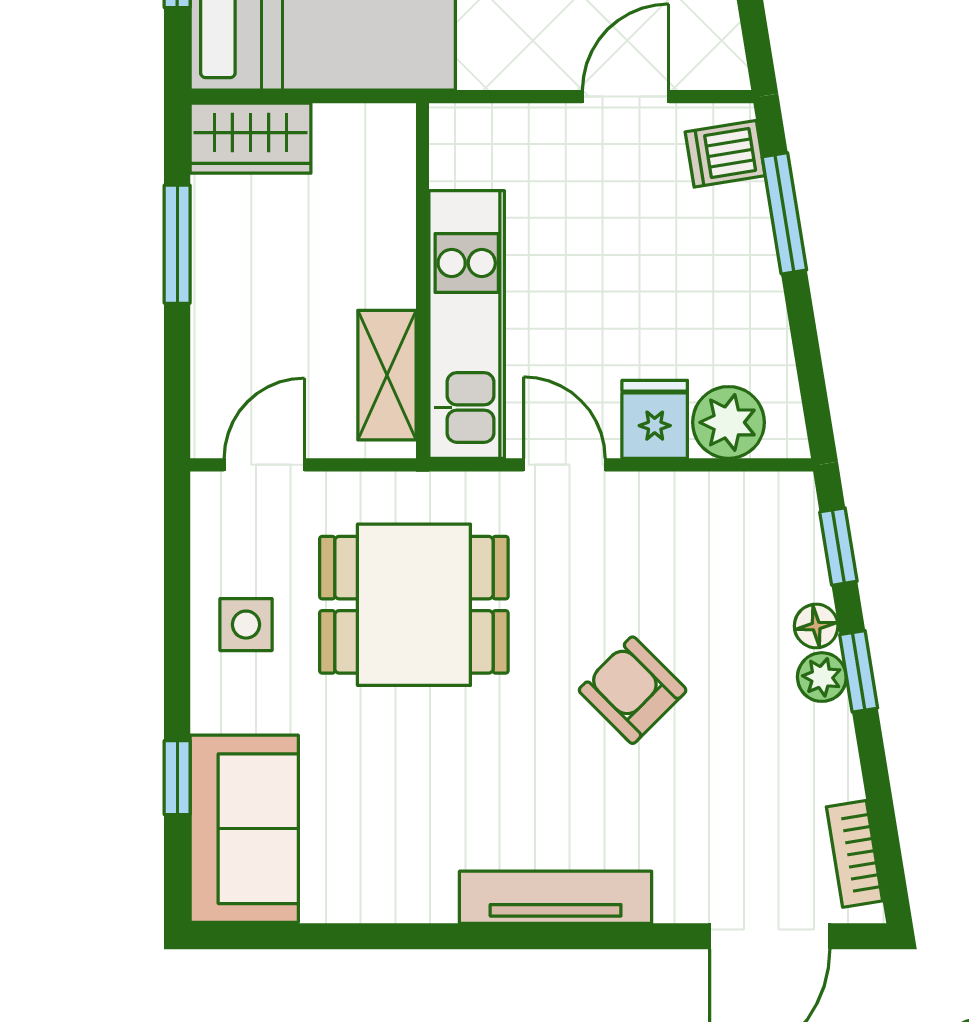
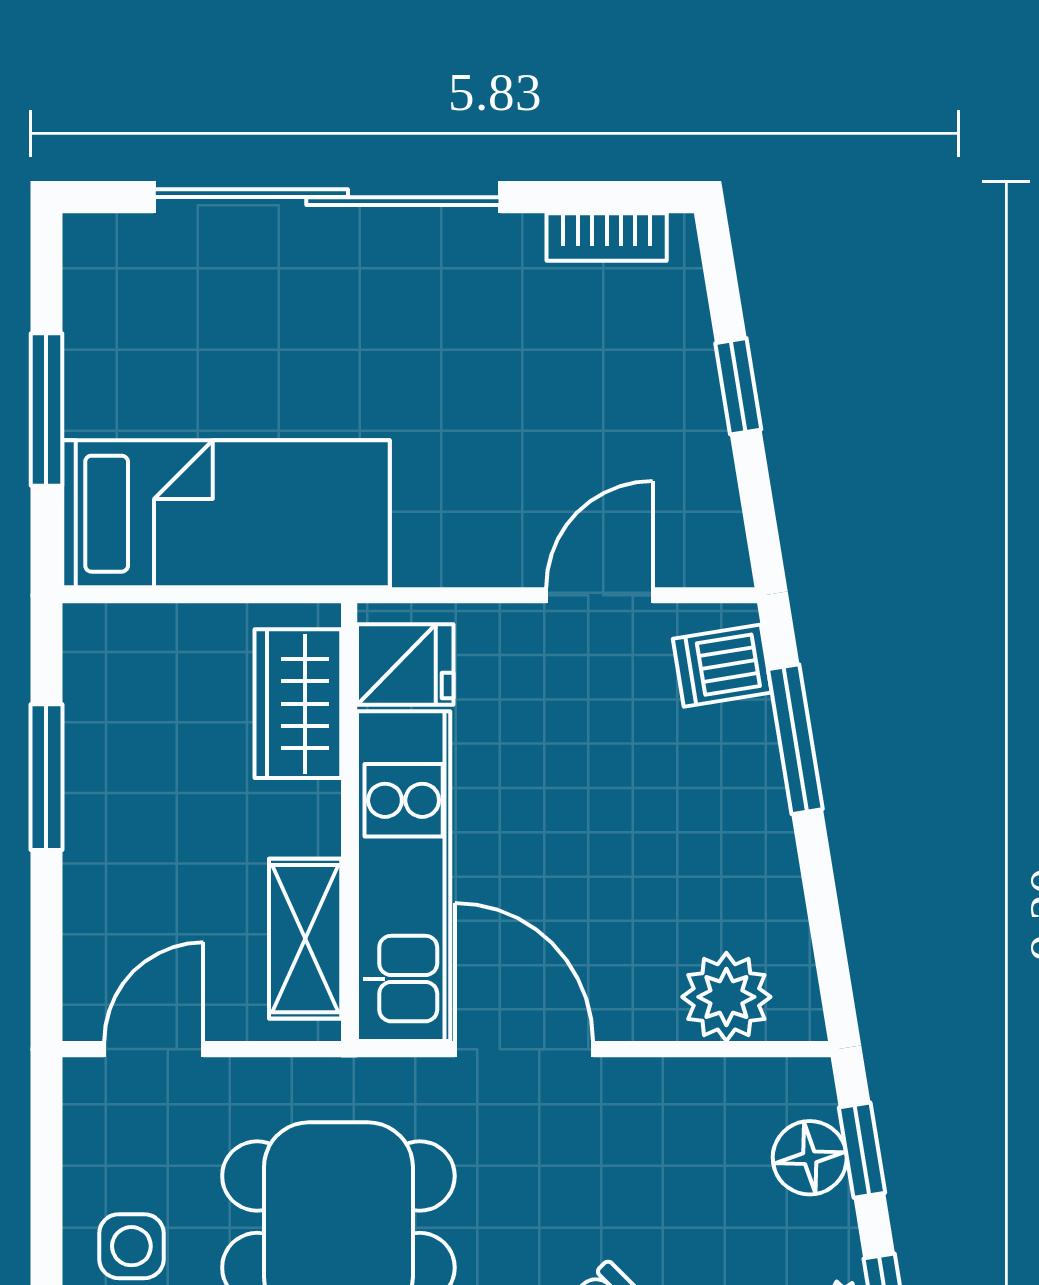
wardrobe: (250, 138) -> (298, 704), moved, turned 90
fridge: (655, 419) -> (405, 664), moved, turned 90
door: (564, 465) -> (524, 1049), width x1.38
floor lamp: (816, 626) -> (810, 1158), moved, width x1.37, depth x1.37

